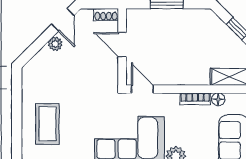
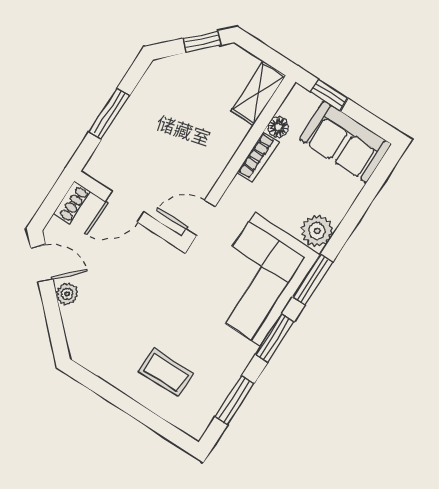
coffee table: (48, 124) -> (166, 372), width x0.73, depth x0.77

